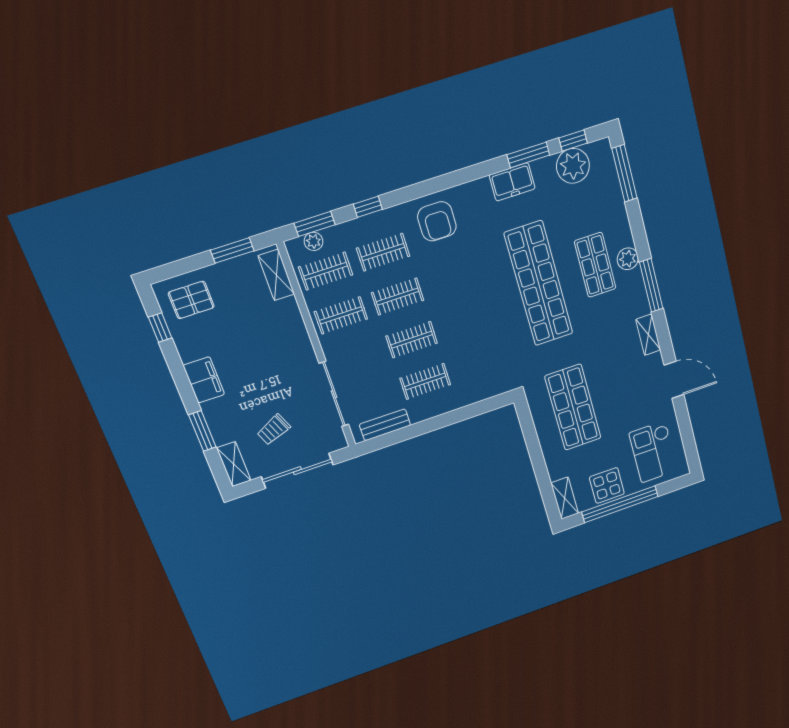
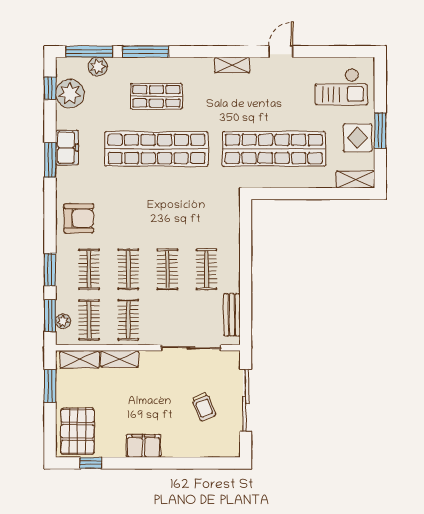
window: (528, 155) -> (50, 160), moved
window: (368, 207) -> (50, 270), width x1.50
plant: (628, 259) -> (98, 67), moved
window: (651, 285) -> (146, 52), moved
pallet: (191, 300) -> (78, 431), width x1.50, depth x1.42
door: (674, 380) -> (281, 52), width x0.73
shop shelf: (573, 407) -> (274, 149), width x1.40
window: (202, 431) -> (185, 463), removed
shelving: (234, 464) -> (120, 359), moved
window: (620, 504) -> (380, 130), width x0.47

